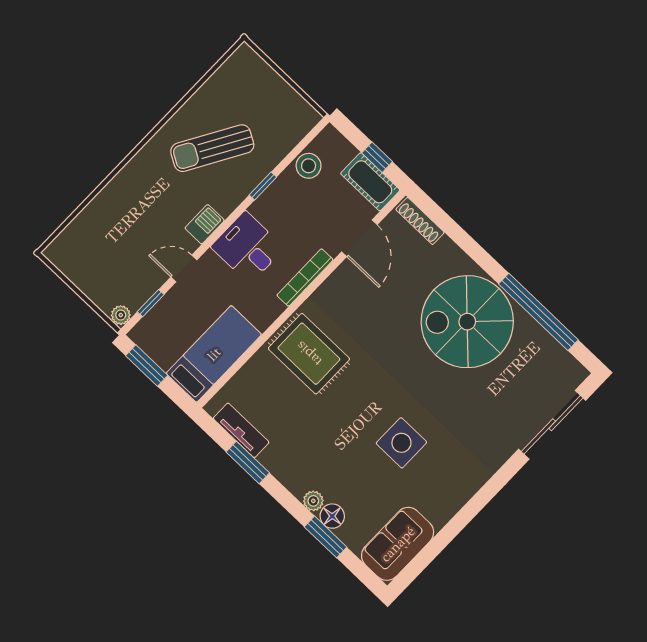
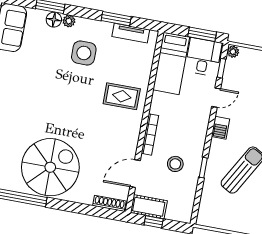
stool: (309, 166) -> (175, 164), moved
door: (359, 238) -> (135, 174), hinge flipped
desk: (248, 247) -> (203, 57), moved, turned -90
rug: (309, 354) -> (122, 96), width x0.73, depth x0.70
side table: (401, 443) -> (84, 53), moved

